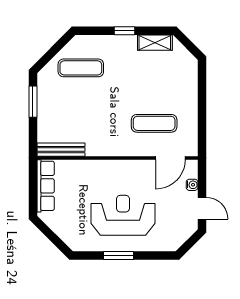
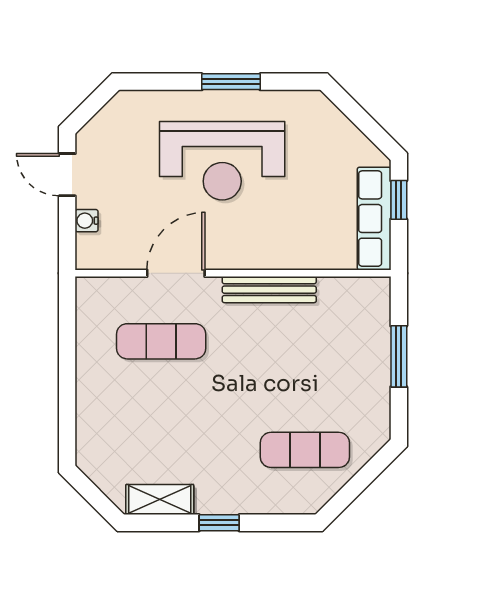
window: (33, 102) -> (399, 356), moved
bench: (61, 150) -> (269, 290), moved
door: (170, 158) -> (176, 273), moved
window: (33, 195) -> (399, 200), added

